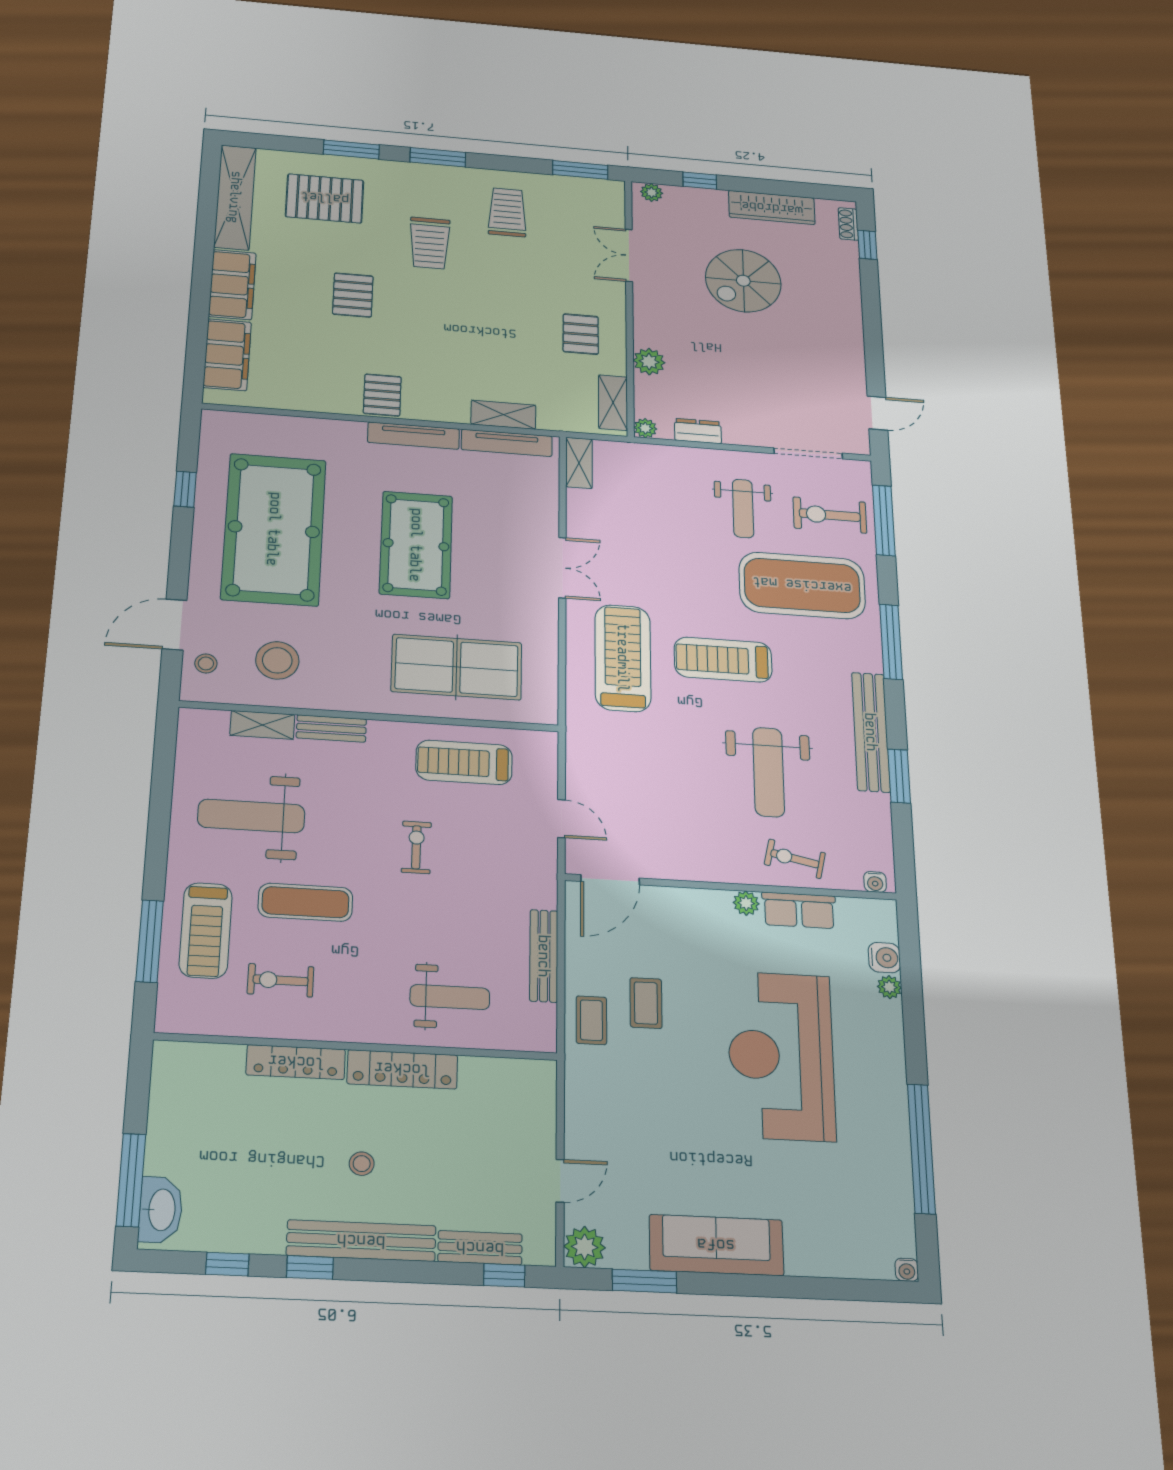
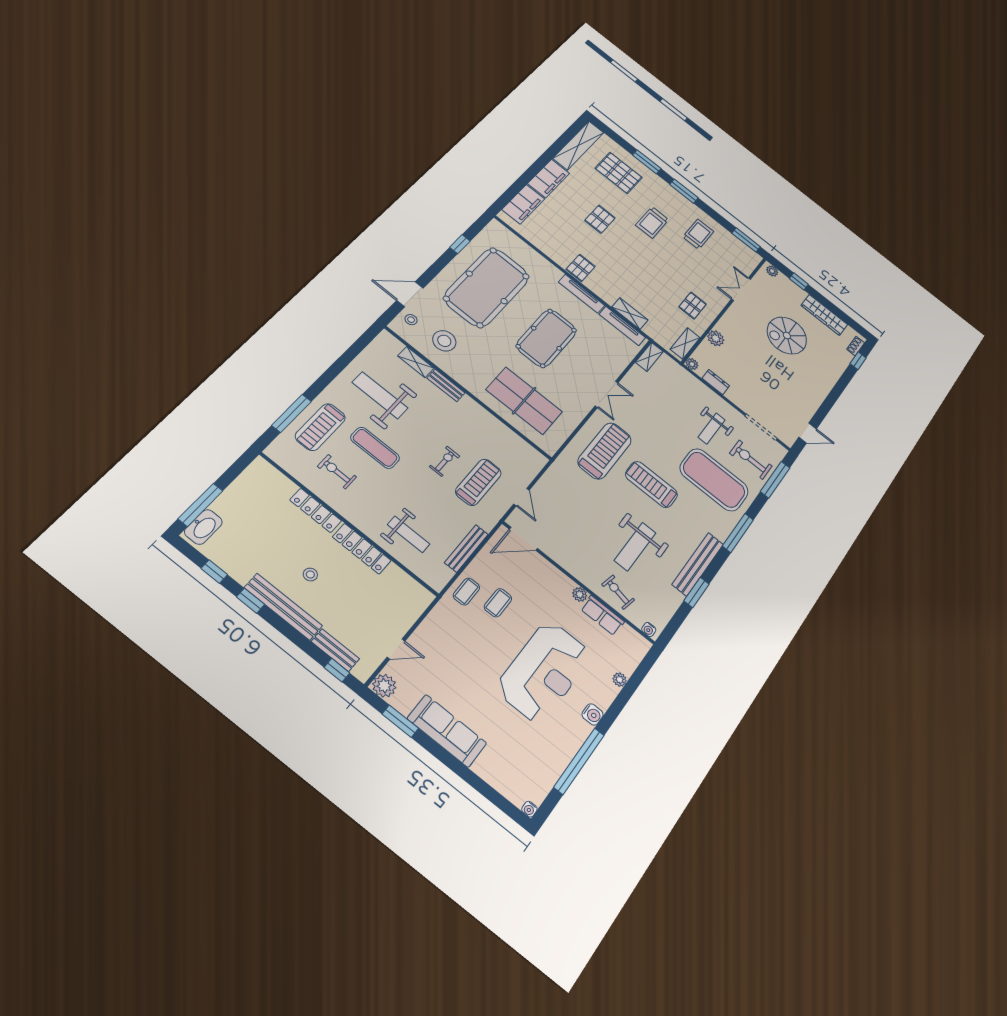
treadmill: (464, 762) -> (478, 482), moved, turned 90
water cooler: (884, 958) -> (593, 714), moved
reception desk: (781, 1056) -> (544, 672), turned 180

